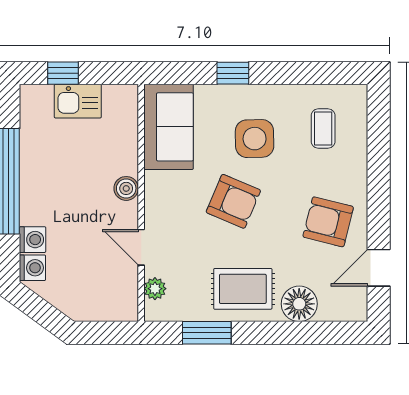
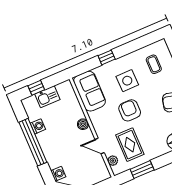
armchair: (233, 201) -> (130, 110), turned -113
washing machine: (33, 240) -> (38, 126), moved
rug: (243, 289) -> (130, 145), moved, turned 90

